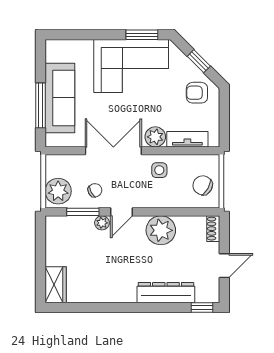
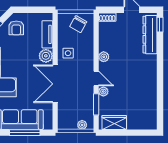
chair: (95, 190) -> (82, 96), removed
plant: (58, 191) -> (82, 125), width x0.53, depth x0.53
plant: (161, 230) -> (104, 57), width x0.53, depth x0.53
wardrobe: (56, 285) -> (114, 122), moved
dresser: (166, 293) -> (150, 35), moved

